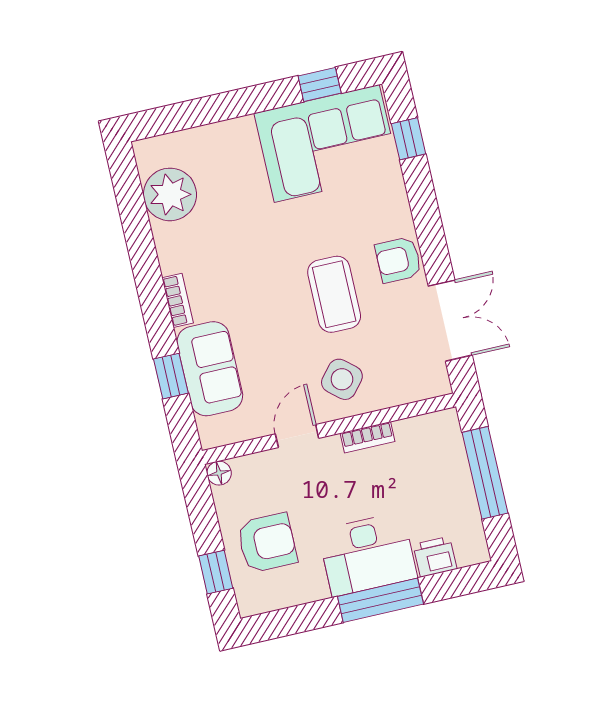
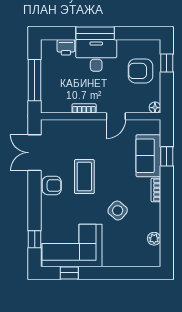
plant: (170, 194) -> (154, 239), width x0.53, depth x0.53
side table: (342, 379) -> (118, 211), moved

